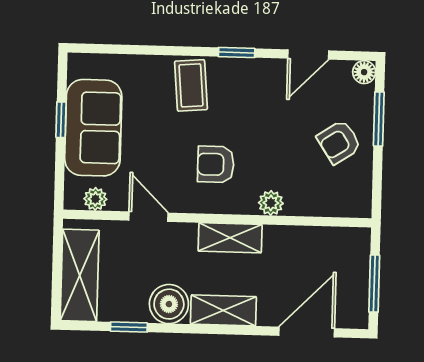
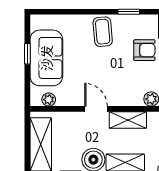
armchair: (216, 164) -> (144, 50), moved, turned 180
door: (148, 217) -> (96, 109), moved

